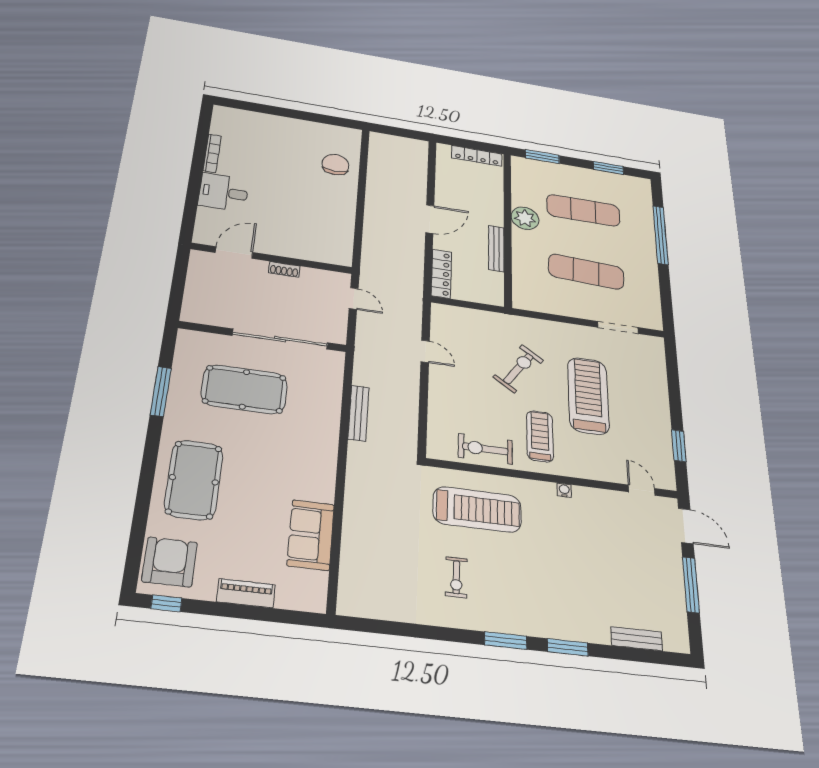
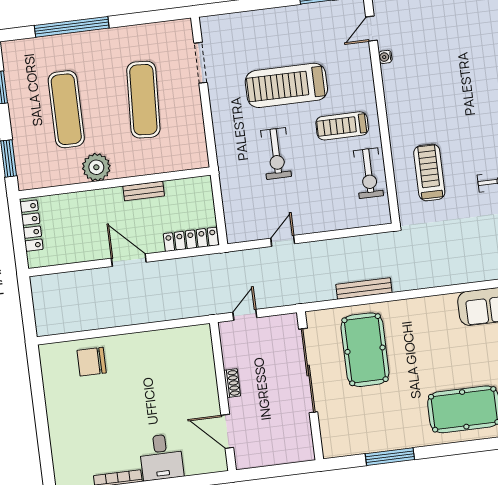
bench: (496, 248) -> (144, 191), width x0.73
exercise bike: (518, 369) -> (276, 154), turned -125
pool table: (244, 389) -> (365, 350), moved
water cooler: (564, 490) -> (385, 57), moved
treadmill: (477, 509) -> (429, 172), width x0.73, depth x0.73

